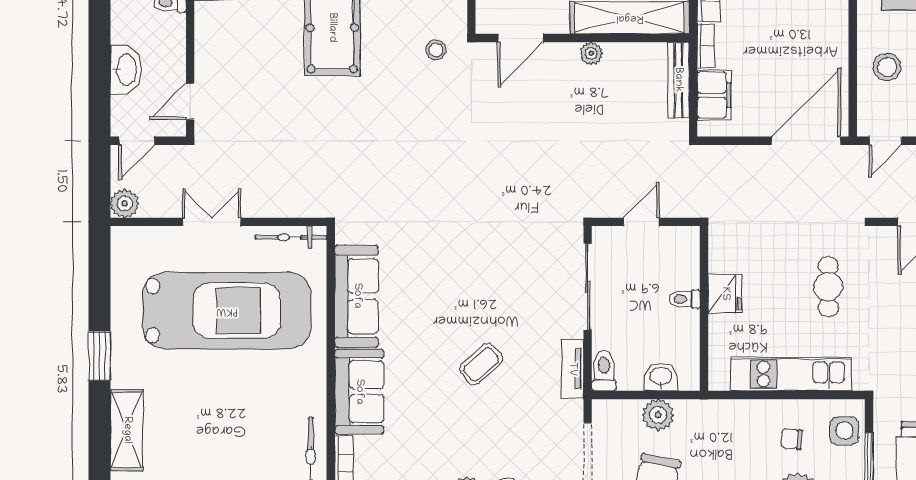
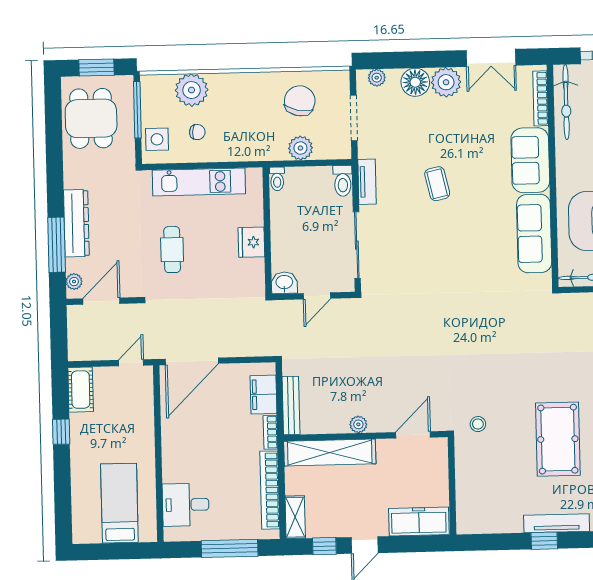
stool: (887, 67) -> (131, 419), removed
toilet: (684, 299) -> (277, 179), moved, turned 90
coffee table: (481, 364) -> (437, 184), turned -62
washbasin: (661, 377) -> (284, 283), moved, turned 180

